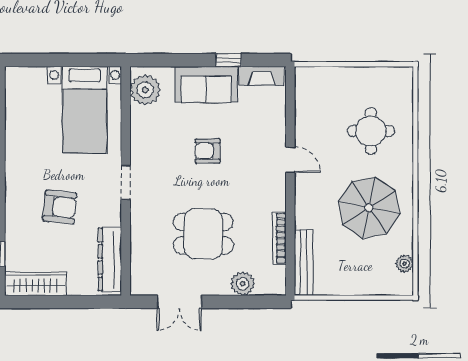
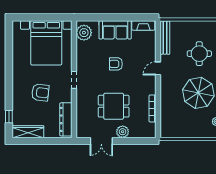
window: (229, 60) -> (127, 17), removed
bed with nightstands: (85, 110) -> (46, 43), width x1.36
door: (290, 160) -> (158, 68), swing flipped
bench: (304, 263) -> (165, 38), moved
plant: (243, 284) -> (123, 132), moved

